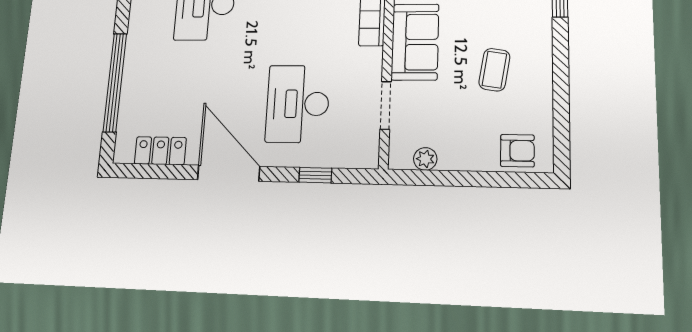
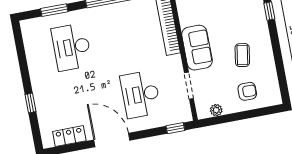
window: (115, 82) -> (31, 103), width x0.32
armchair: (517, 151) -> (247, 91), moved
window: (315, 175) -> (175, 128), moved

